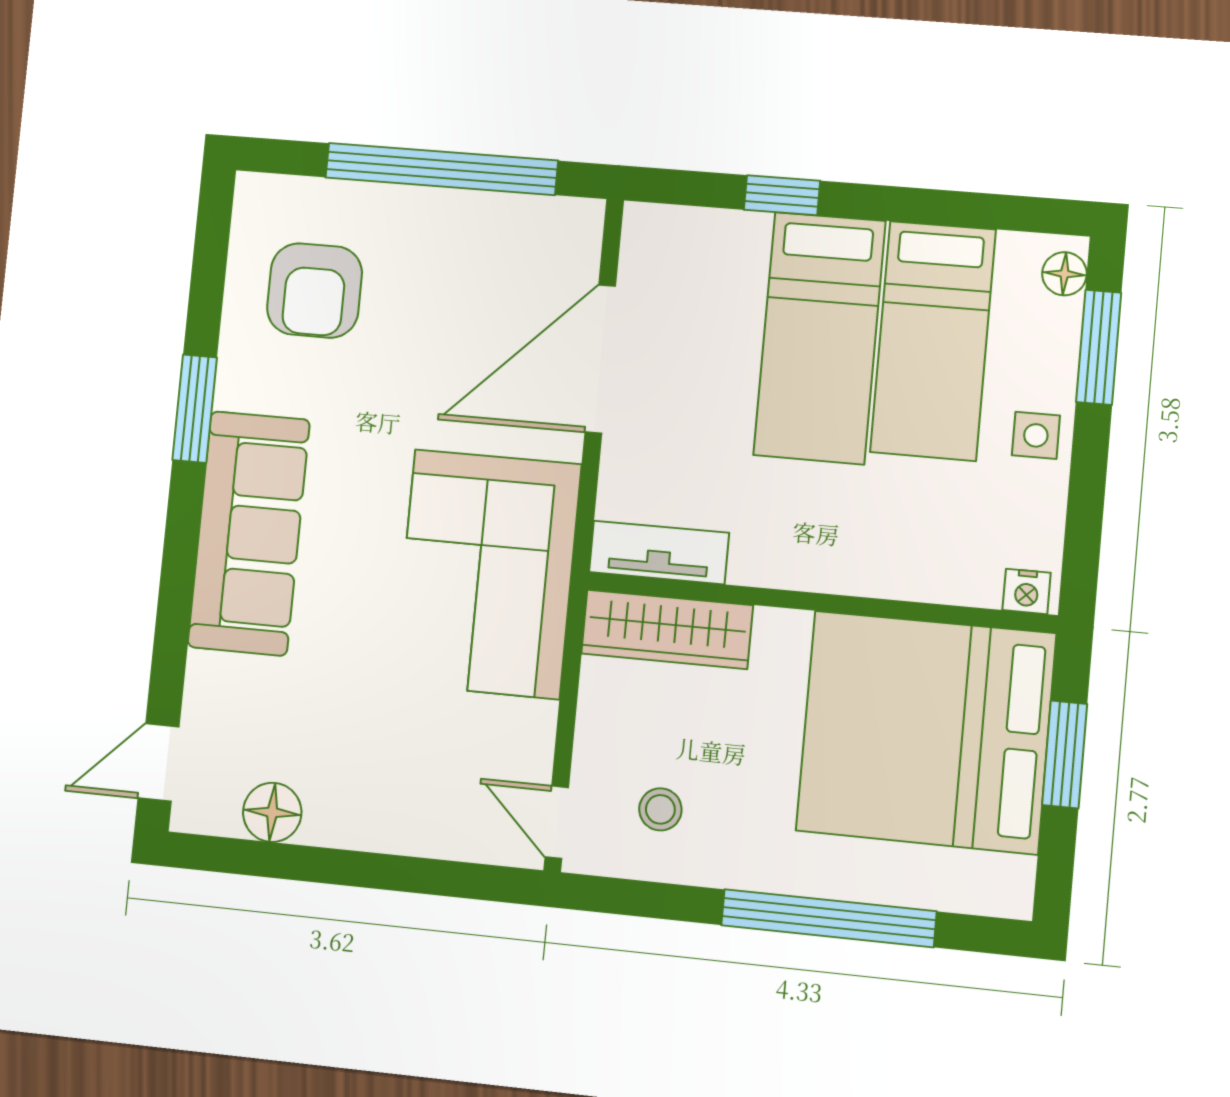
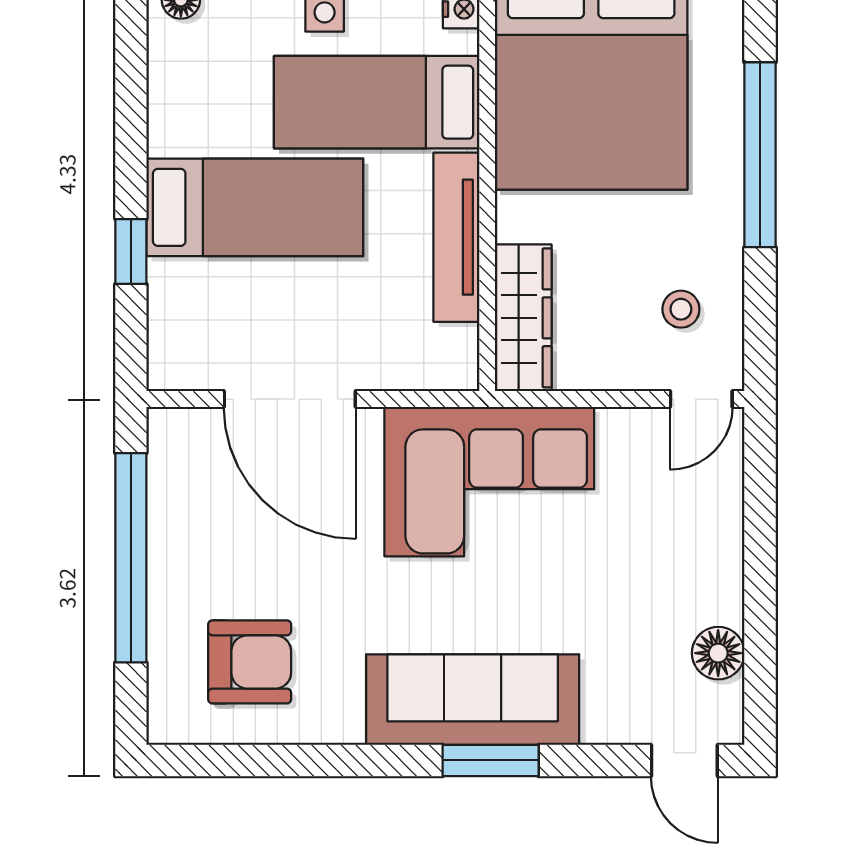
bed: (933, 341) -> (377, 102), moved, turned 180
window: (195, 409) -> (491, 760), moved
tv unit: (659, 552) -> (456, 237), moved, width x1.41

